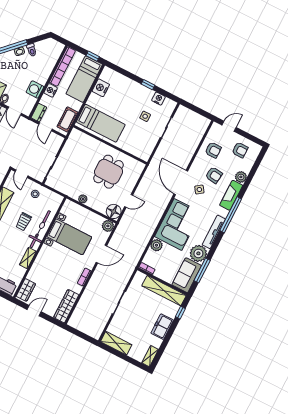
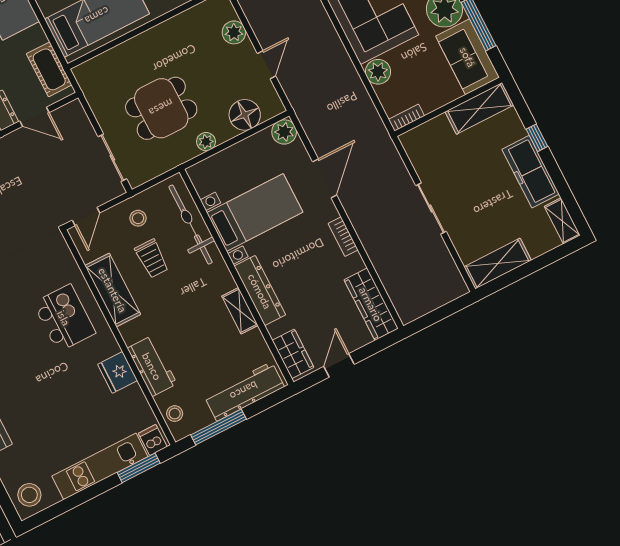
dining table: (109, 172) -> (161, 108), moved, turned 90
door: (22, 174) -> (86, 217), hinge flipped
plant: (132, 180) -> (234, 32), added
floor lamp: (114, 211) -> (245, 115), moved
trolley: (24, 222) -> (152, 258), moved
bicycle: (40, 229) -> (191, 225), moved
dresser: (41, 260) -> (260, 291), added
shelving: (164, 291) -> (479, 108), width x0.68
window: (180, 313) -> (537, 138), moved
freezer: (162, 327) -> (531, 172), width x1.40

